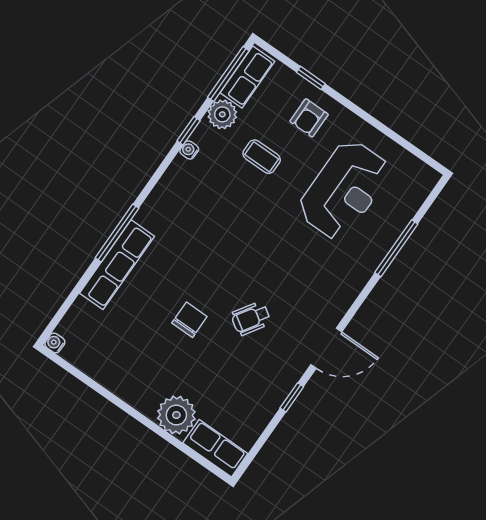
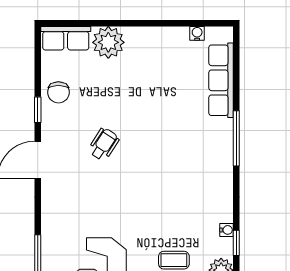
row of seats: (117, 265) -> (221, 80), moved
chair: (189, 320) -> (58, 92), moved
water cooler: (55, 343) -> (197, 33), moved, turned -90

